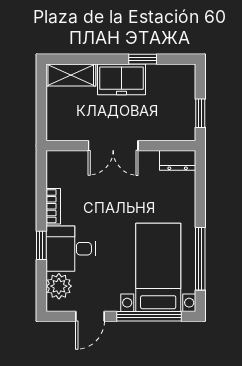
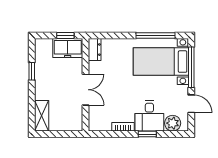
freezer: (122, 79) -> (68, 48), moved, turned 90

